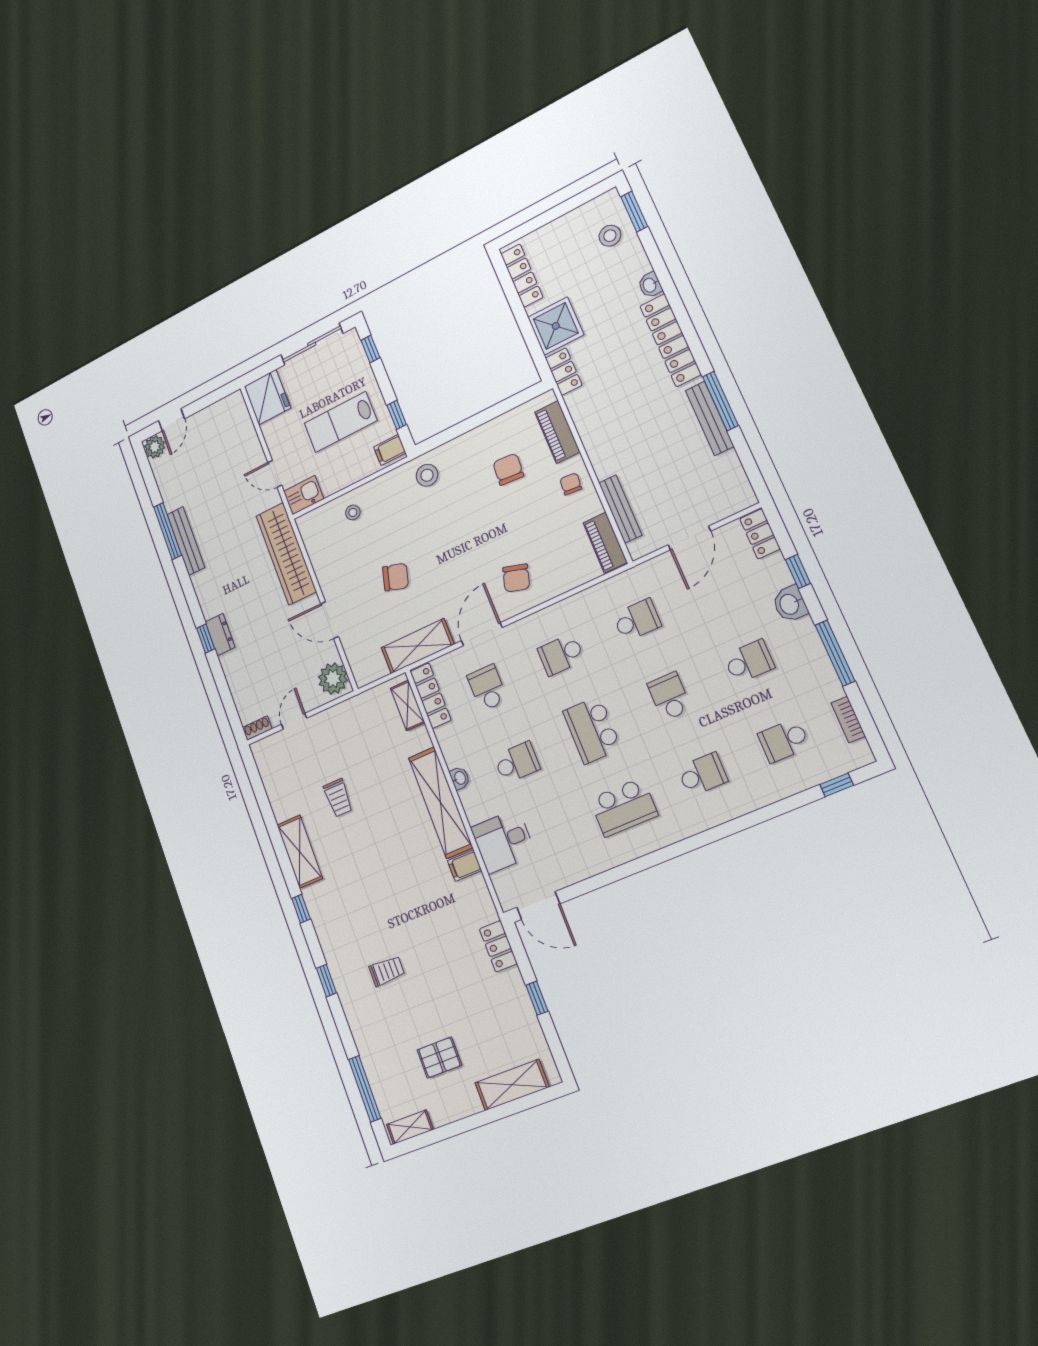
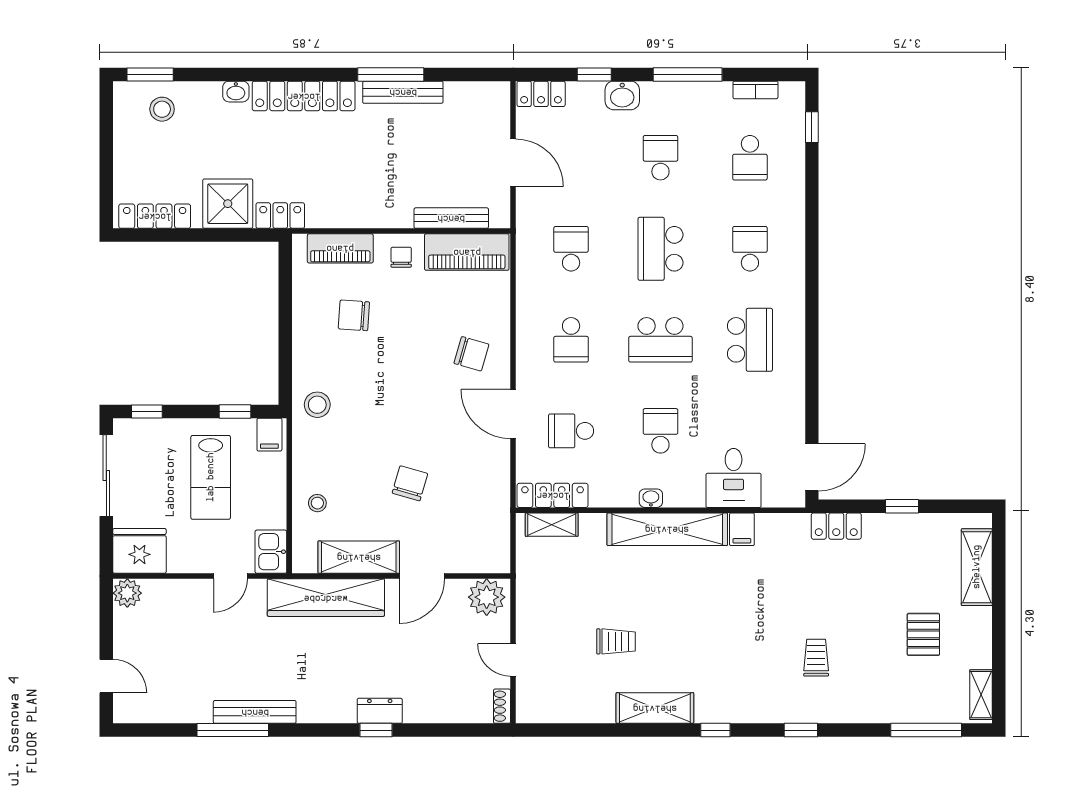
plant: (155, 447) -> (127, 593), moved
chair: (571, 484) -> (401, 257), turned 85
piano: (605, 543) -> (467, 252), width x1.37, depth x1.33
shelving: (417, 646) -> (359, 557), moved, turned 90
school desk: (669, 696) -> (660, 249), width x1.85

